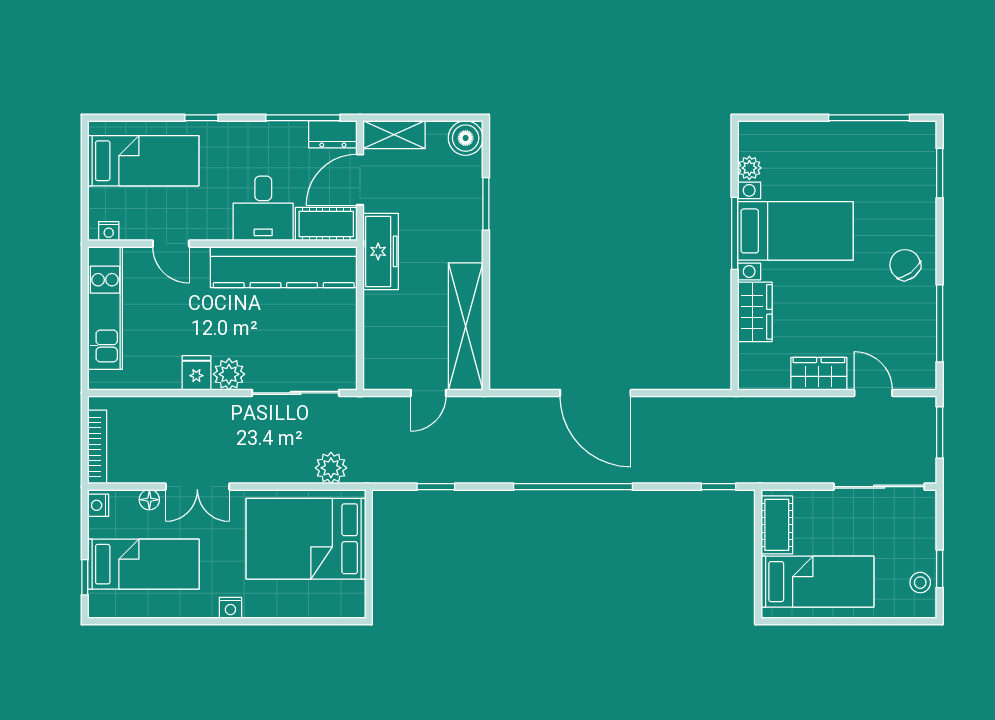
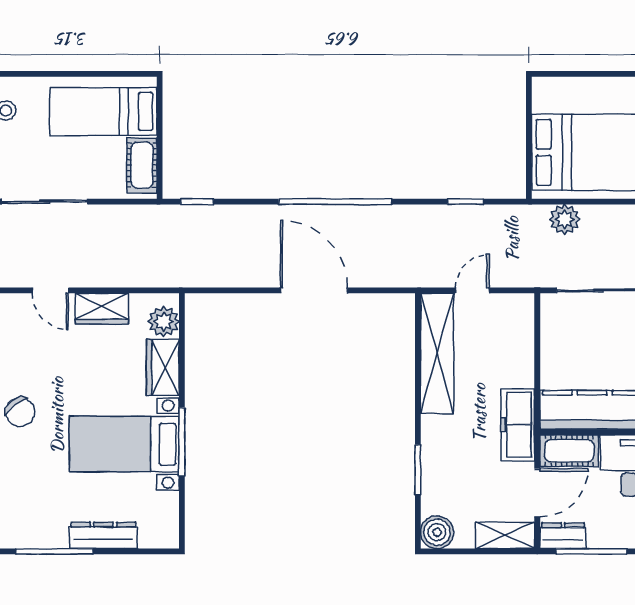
dresser: (817, 135) -> (103, 535), added
plant: (749, 168) -> (164, 322), moved, width x1.38, depth x1.38

